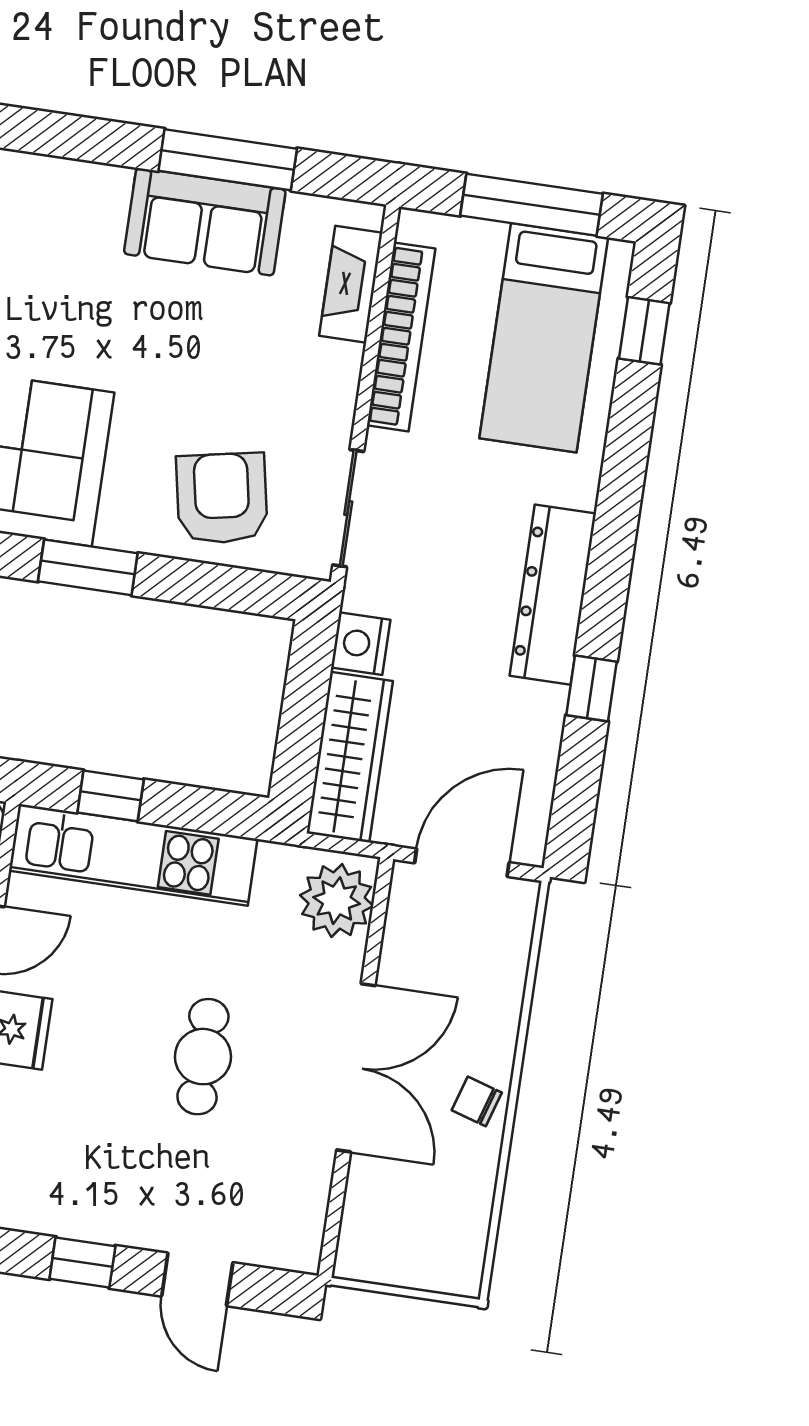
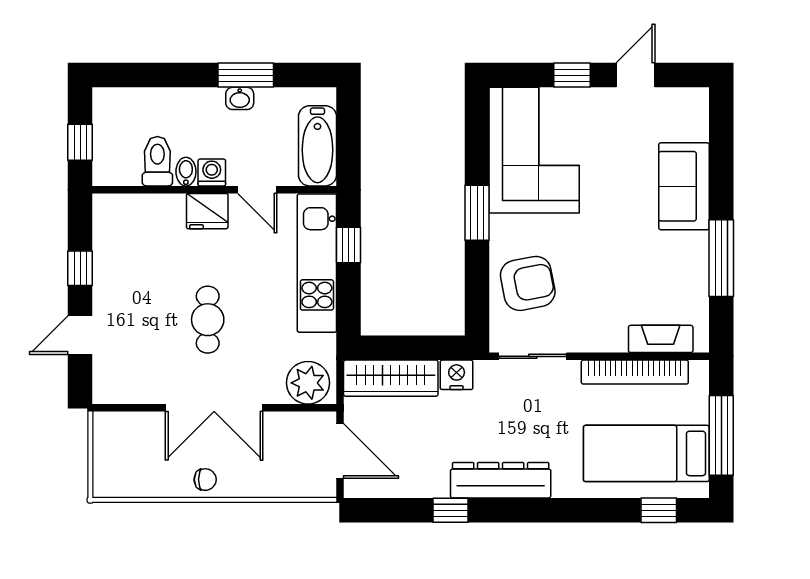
sofa: (205, 222) -> (684, 186), moved
cafe table: (203, 1057) -> (208, 320), turned 90
chair: (477, 1101) -> (205, 480), turned 73

